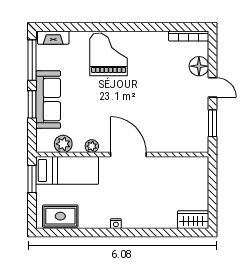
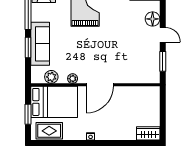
door: (128, 155) -> (100, 85), swing flipped
bed: (67, 170) -> (54, 102), width x1.50
window: (32, 179) -> (28, 114), moved

